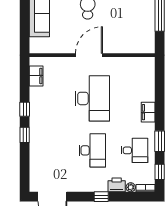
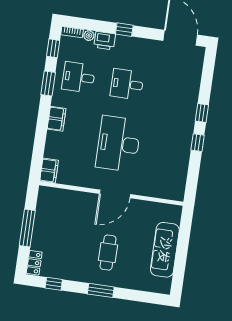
filing cabinet: (36, 76) -> (49, 171), moved, turned 180
desk: (92, 150) -> (127, 84), width x0.73

